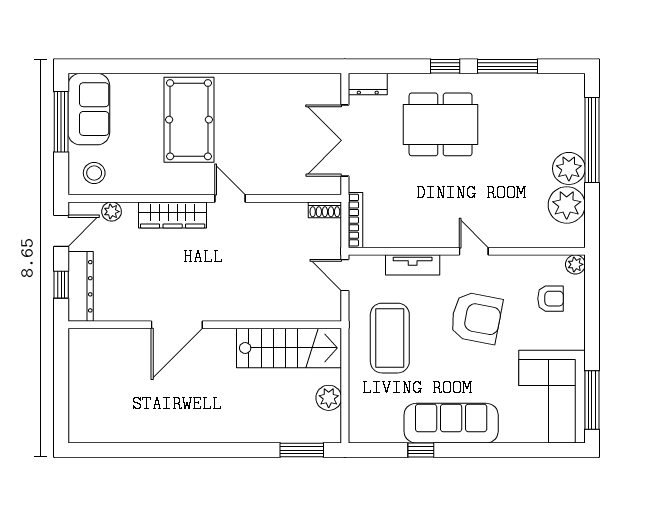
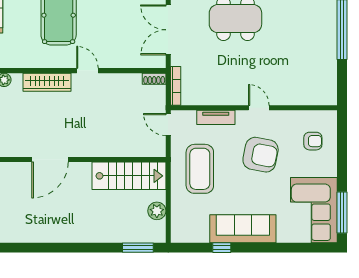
plant: (569, 168) -> (326, 50), removed
plant: (567, 205) -> (324, 75), removed
plant: (575, 264) -> (330, 117), removed

